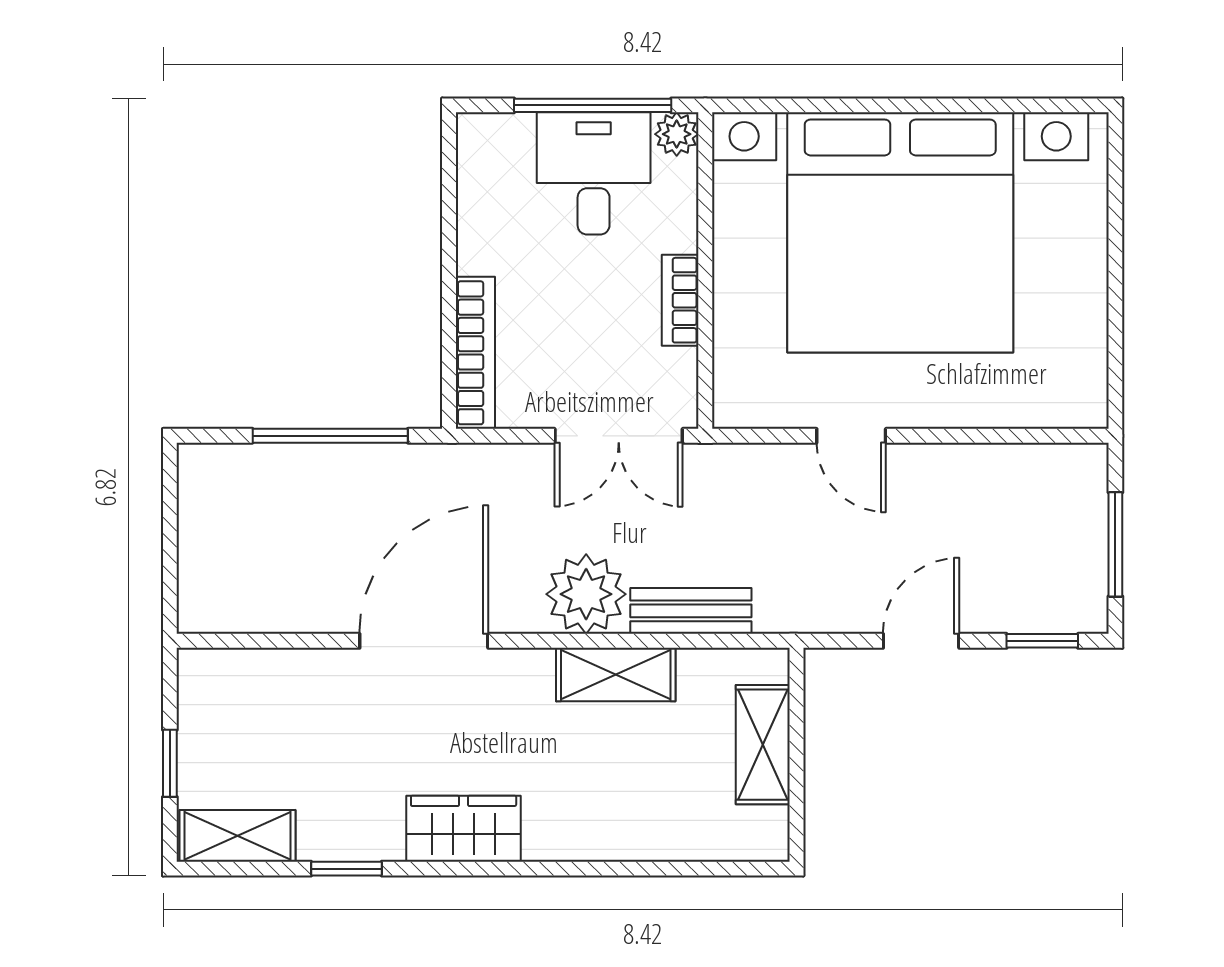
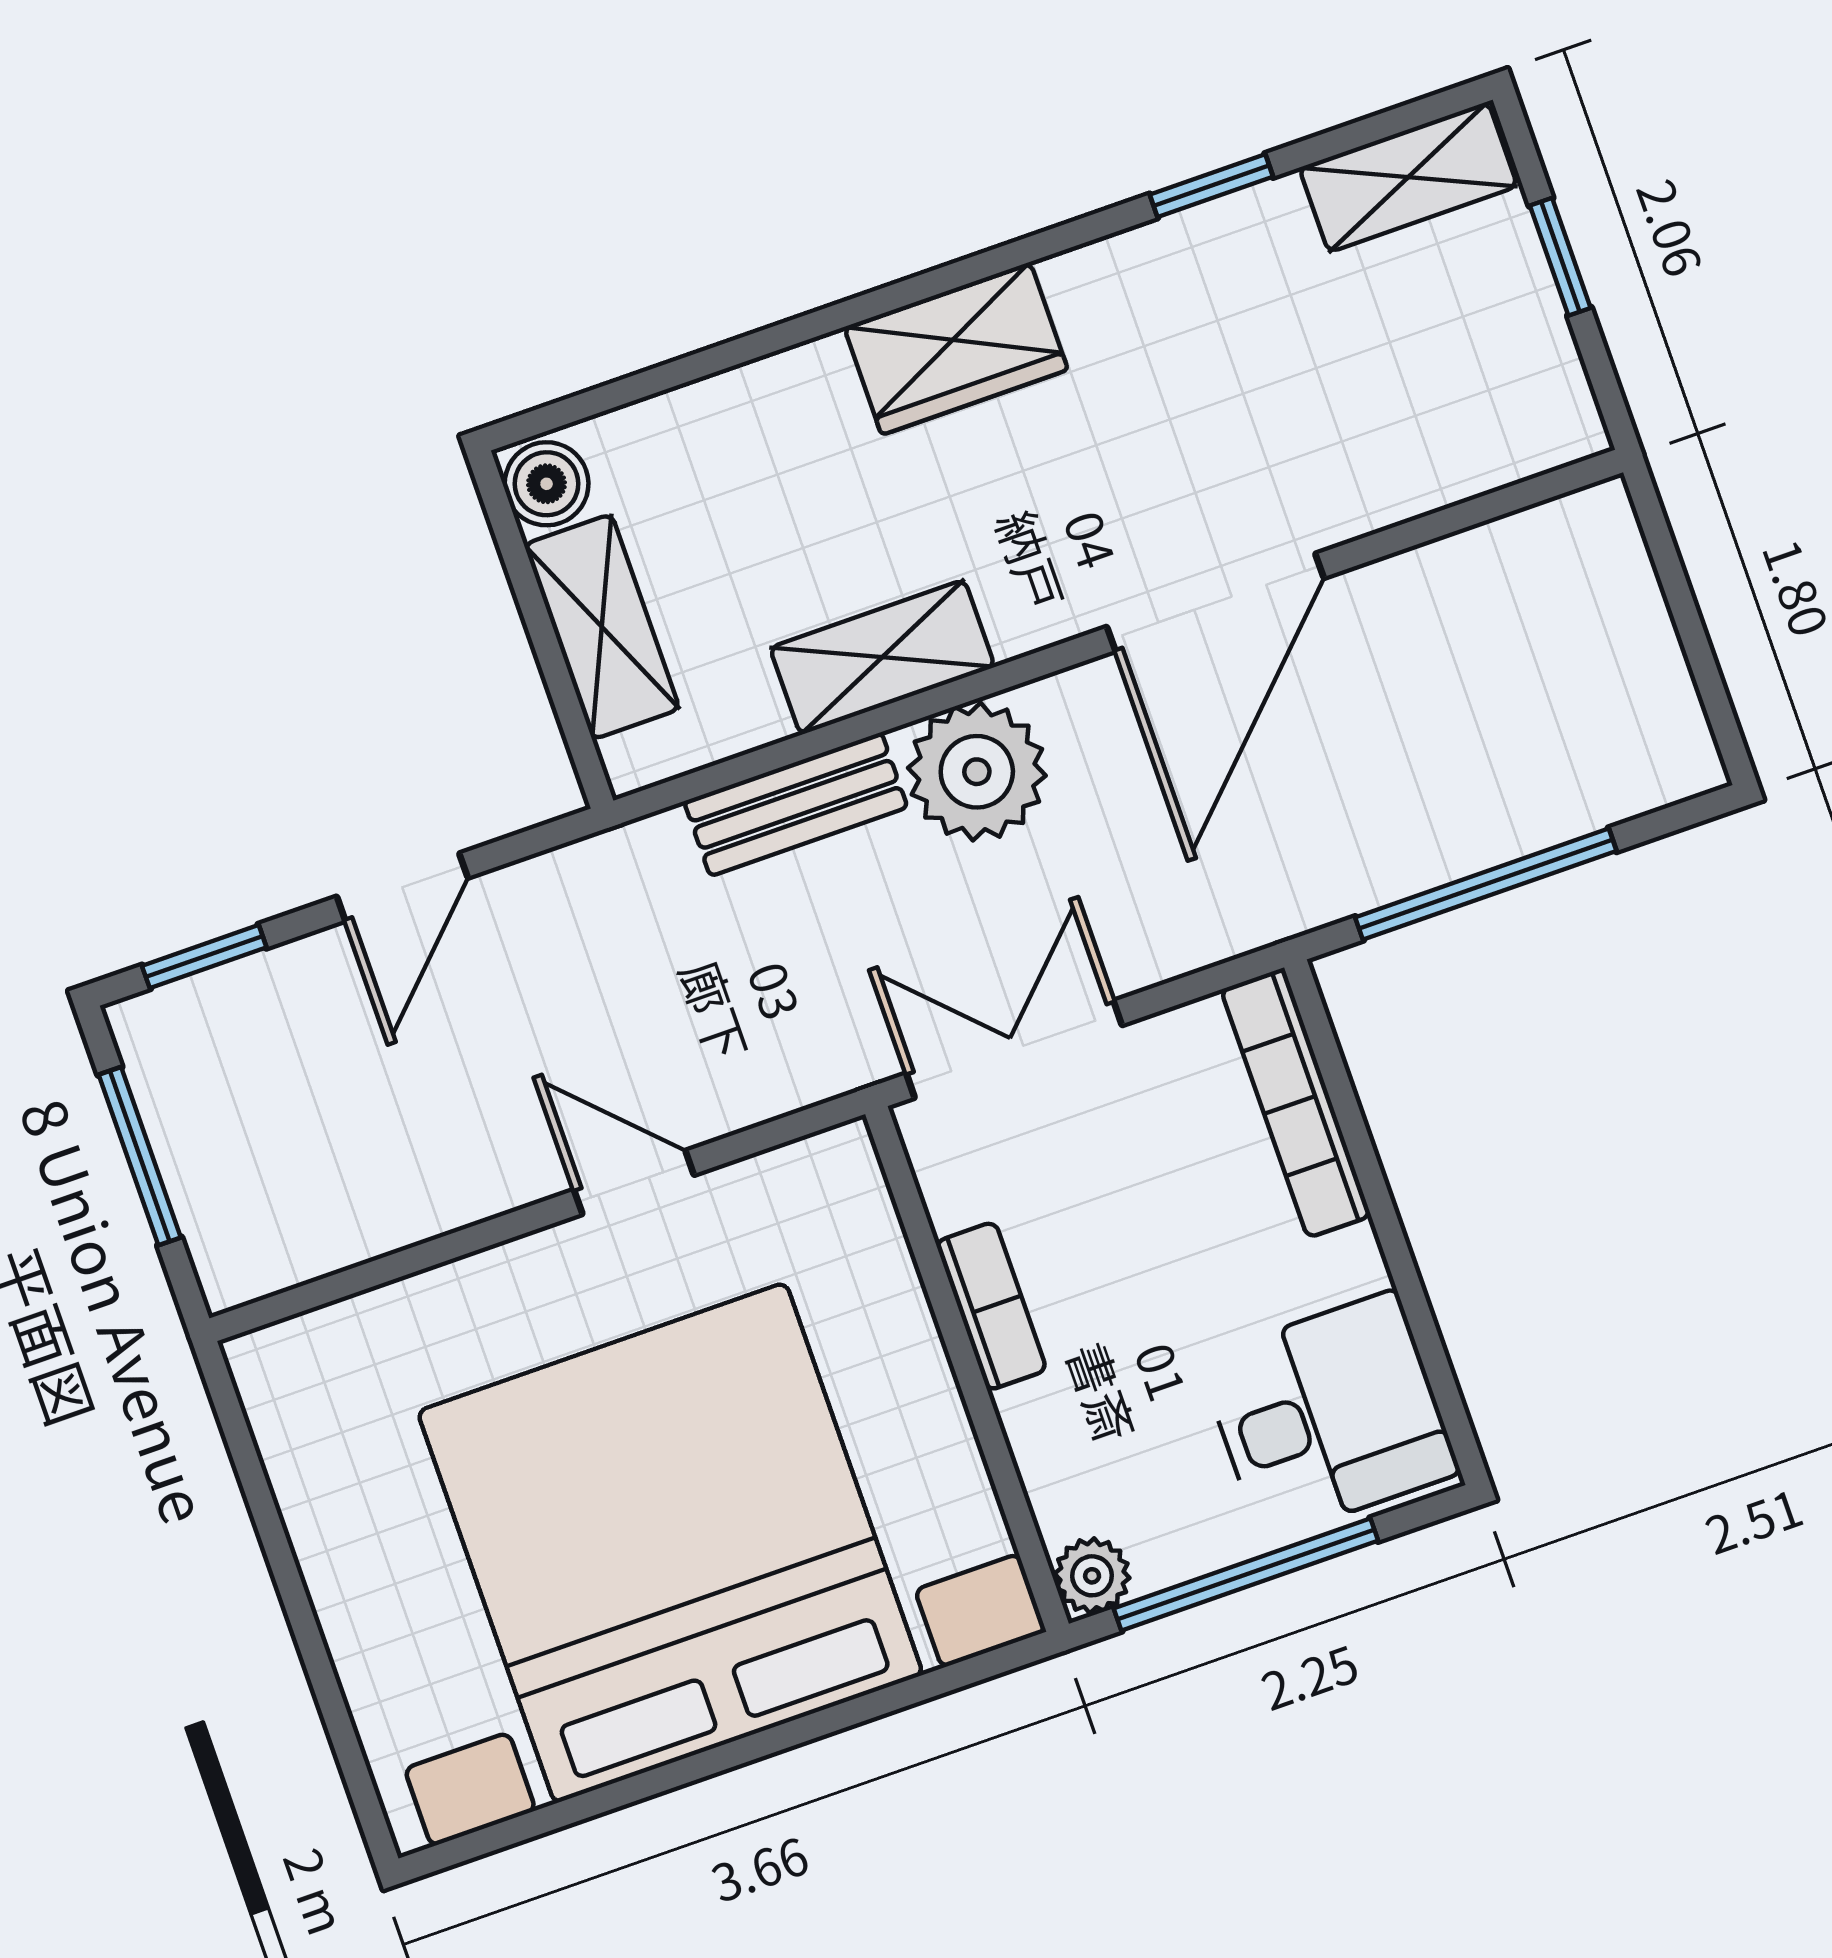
desk: (594, 173) -> (1329, 1415), moved, turned -90
wardrobe: (464, 829) -> (956, 348), moved
boiler: (765, 833) -> (547, 484), added

